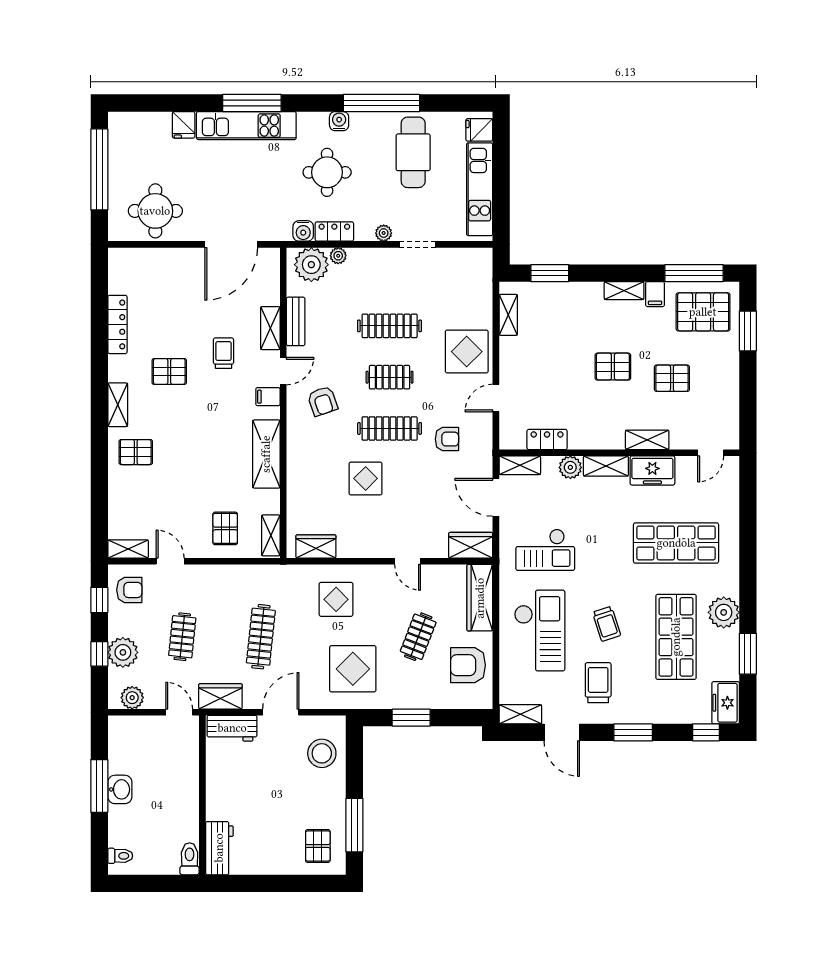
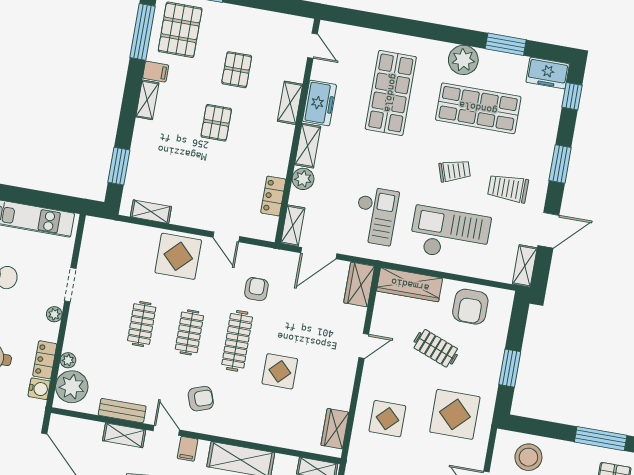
clothes rail: (390, 326) -> (142, 324), width x0.73

